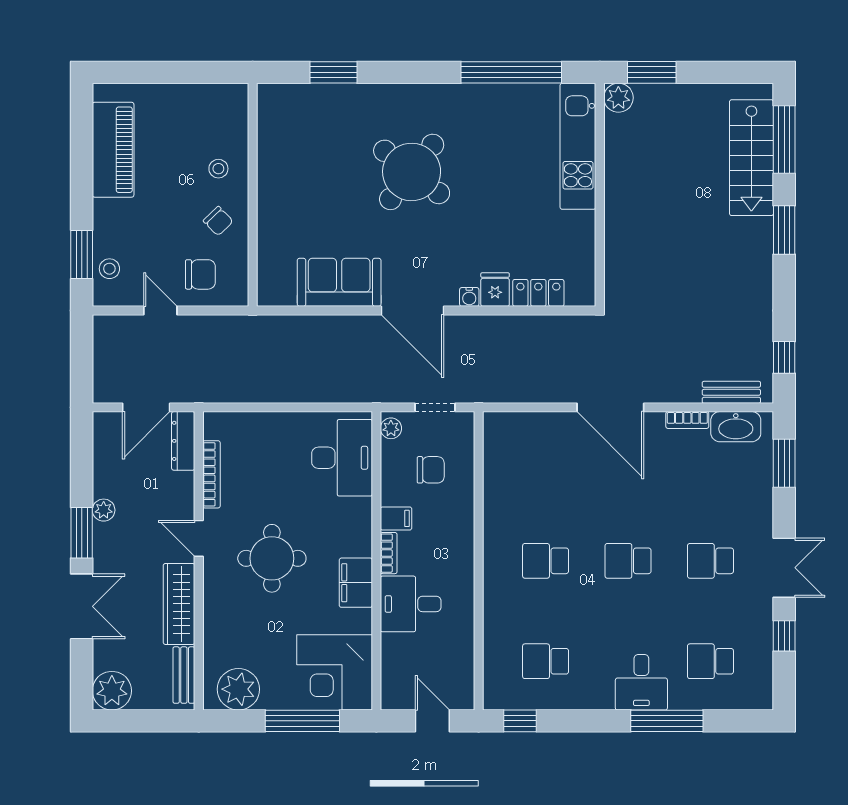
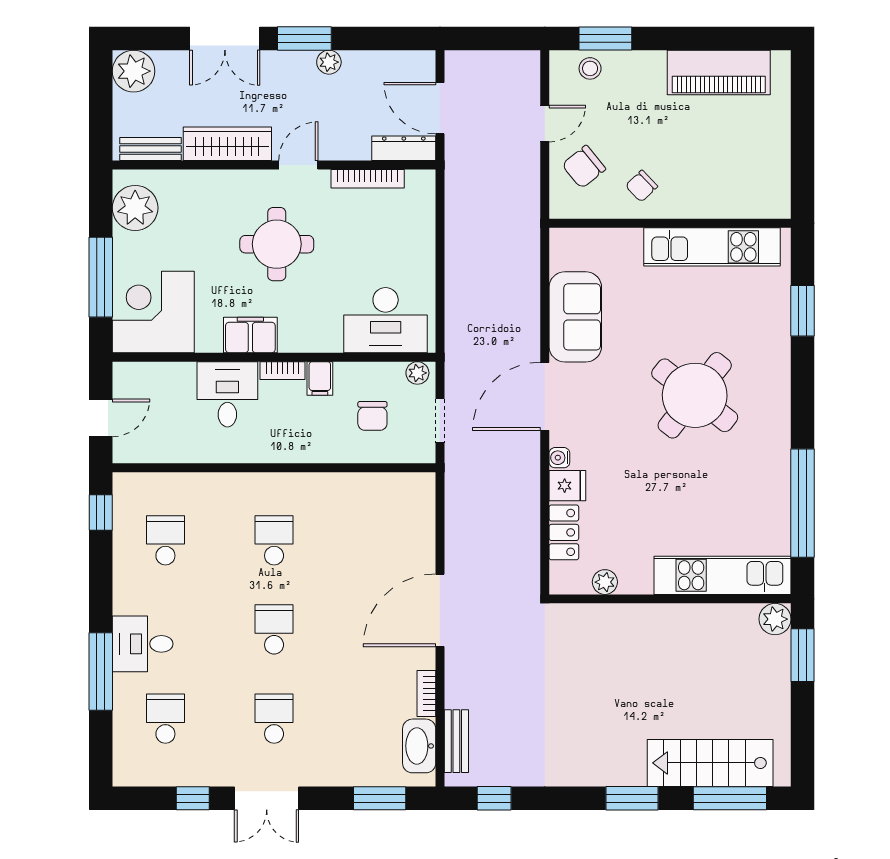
kitchen unit: (274, 156) -> (712, 247), added
stool: (218, 169) -> (698, 186), removed
plant: (584, 255) -> (605, 582), added
chair: (200, 274) -> (584, 167), turned 51

